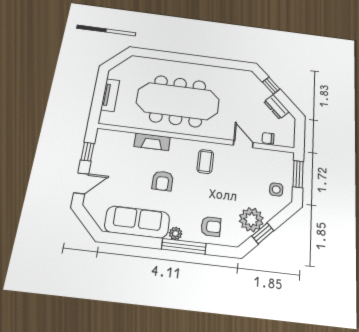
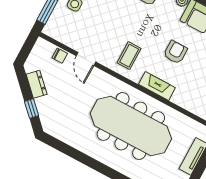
fireplace: (152, 142) -> (157, 86), moved

